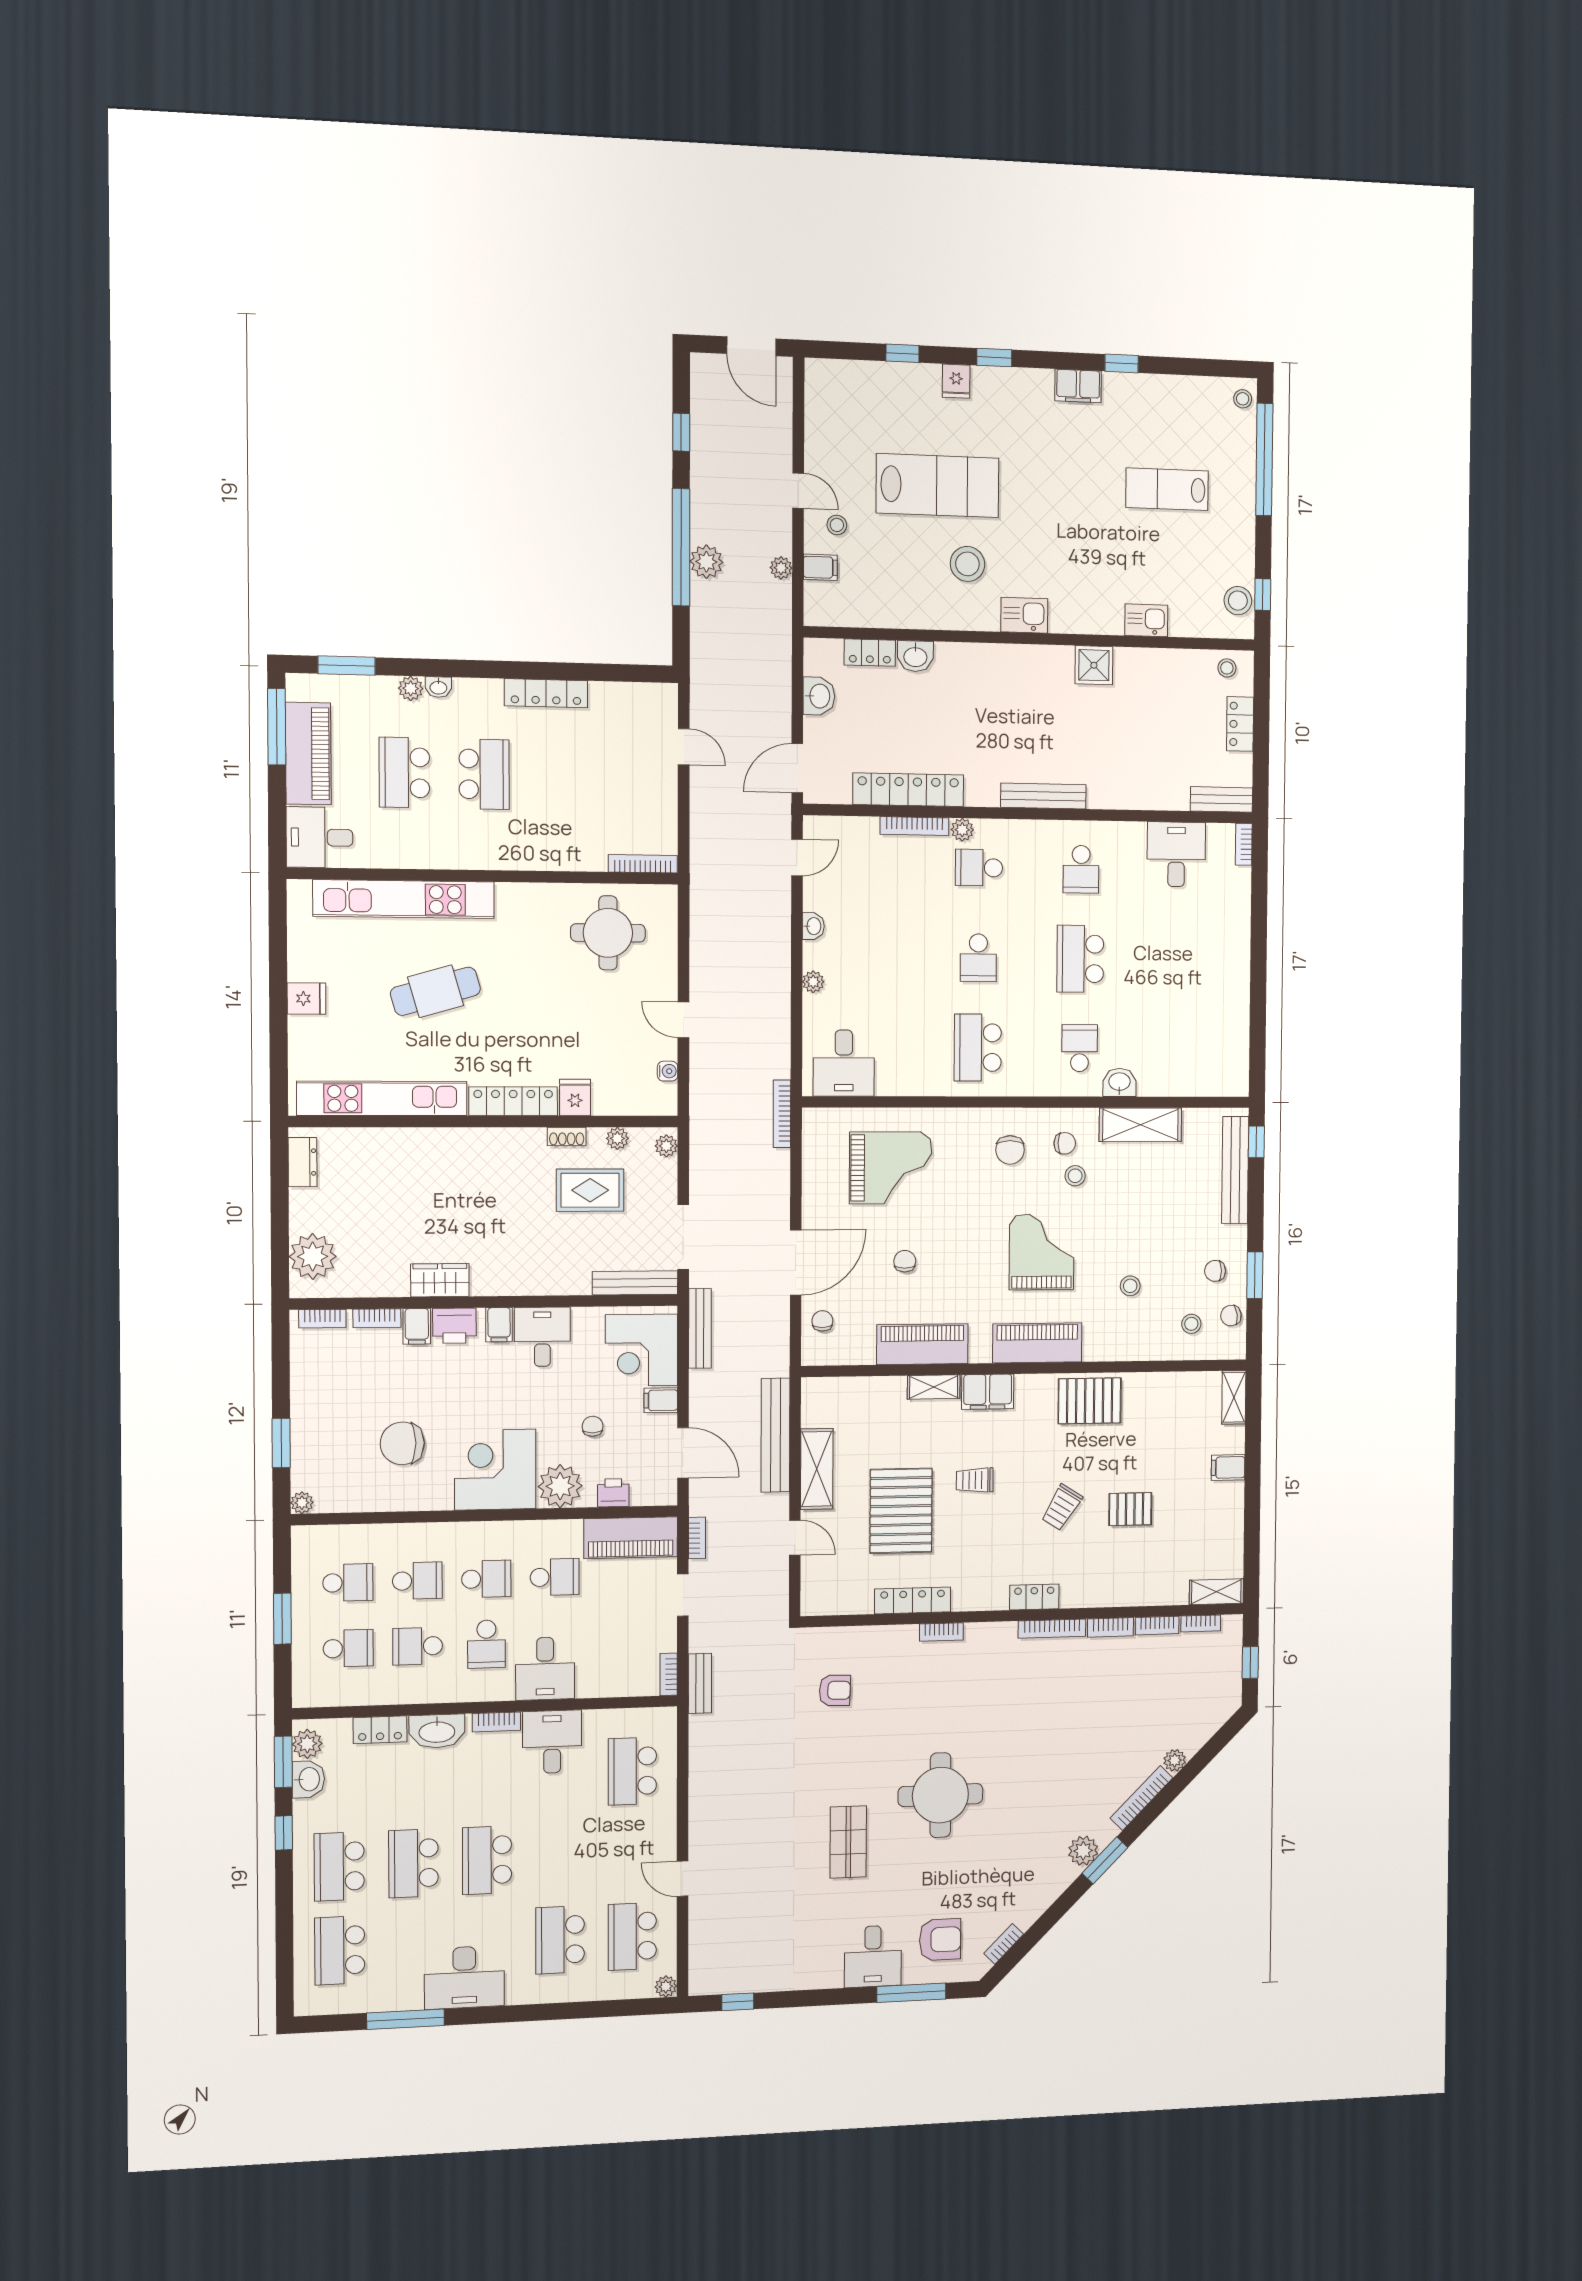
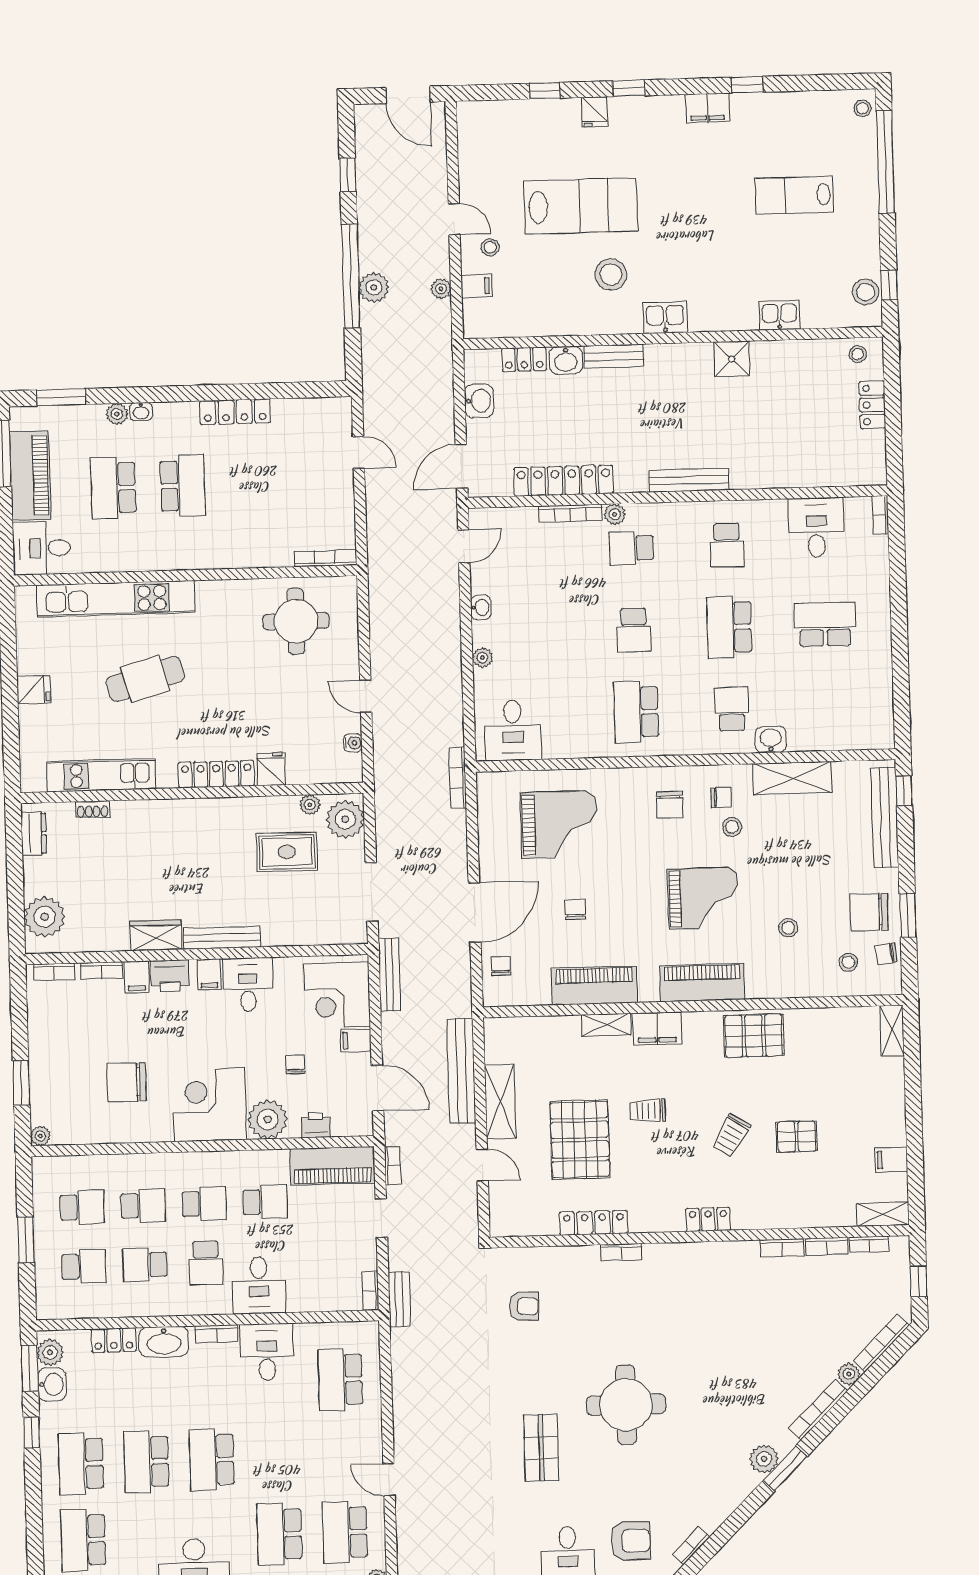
bench: (1221, 799) -> (614, 356), moved
school desk: (1181, 960) -> (825, 624), added
kitchen unit: (382, 1098) -> (101, 775), width x0.73
shoe rack: (567, 1136) -> (93, 809), moved
plant: (666, 1146) -> (345, 819), width x1.88, depth x1.88
grand piano: (1042, 1252) -> (703, 898), turned 90
chair: (1215, 1271) -> (869, 912), width x1.87, depth x1.87
bench: (635, 1283) -> (222, 938), moved
filing cabinet: (1228, 1467) -> (891, 1160), moved
bookcase: (1052, 1629) -> (881, 1343), moved, turned 135

